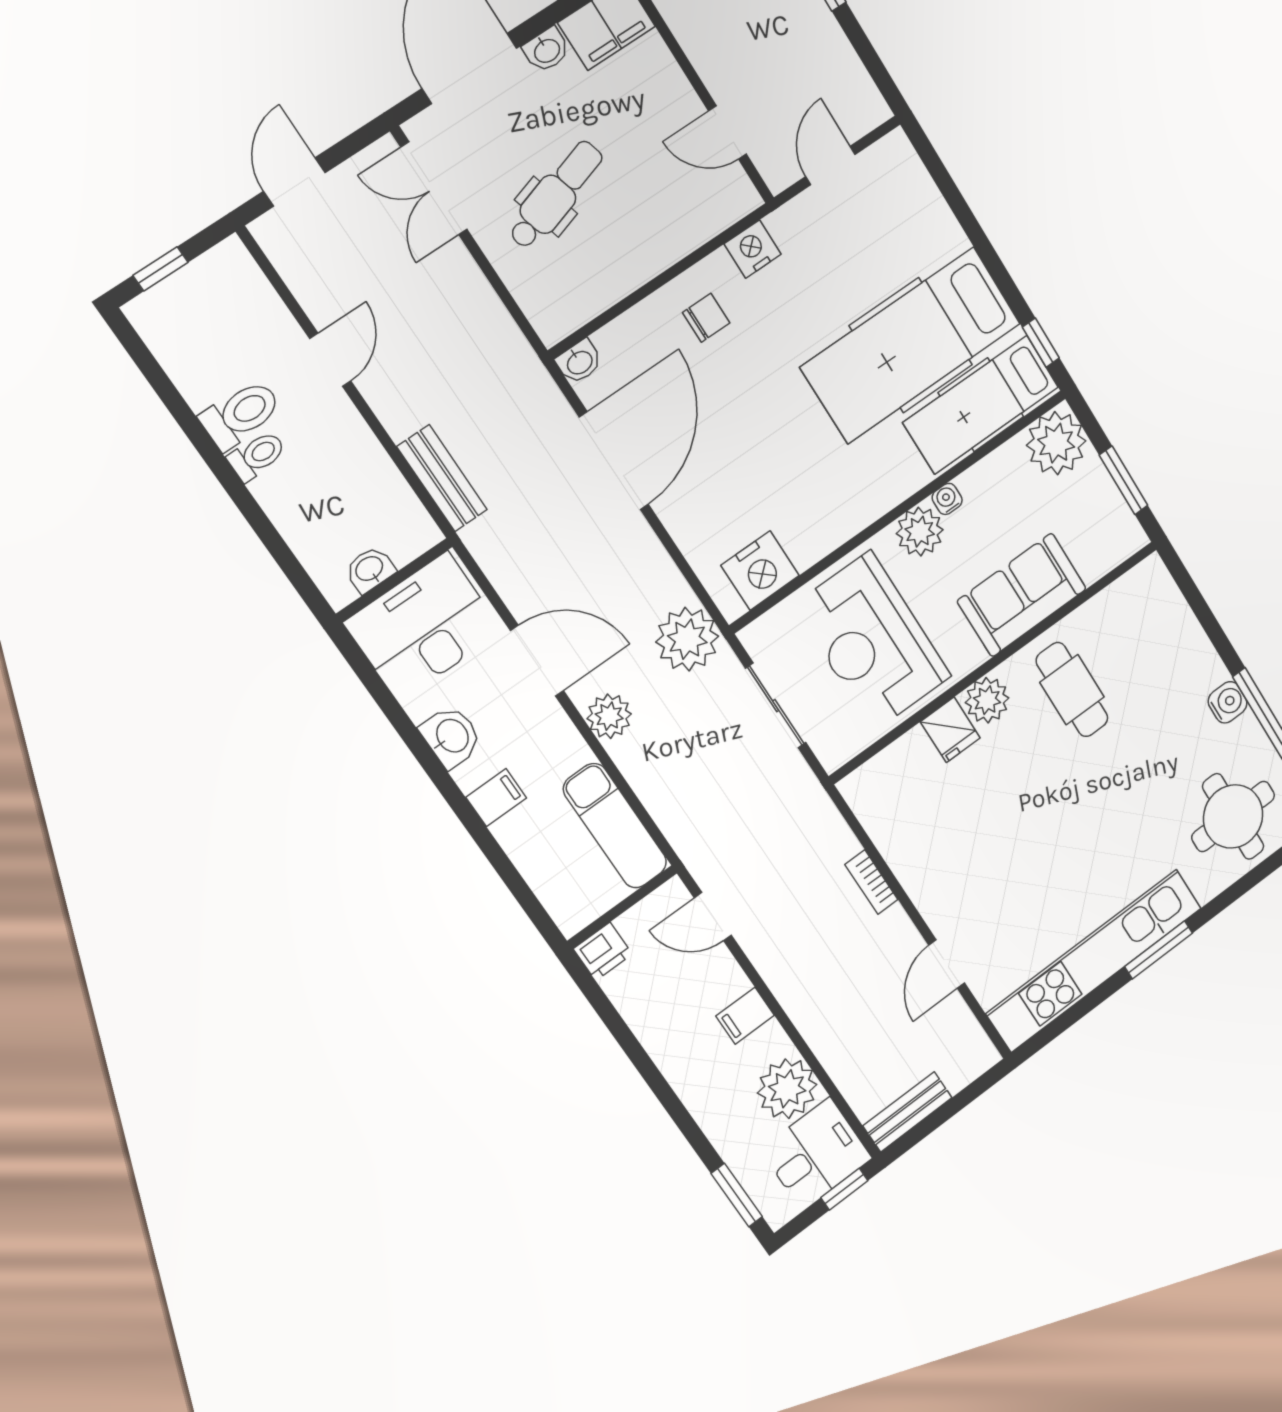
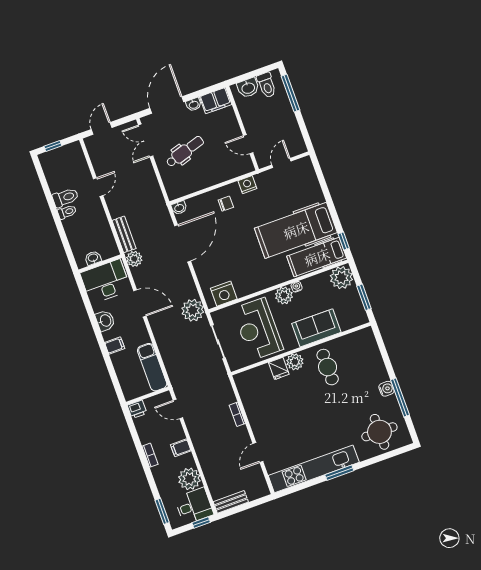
plant: (609, 716) -> (134, 259), moved
bookcase: (668, 1061) -> (150, 455), added

